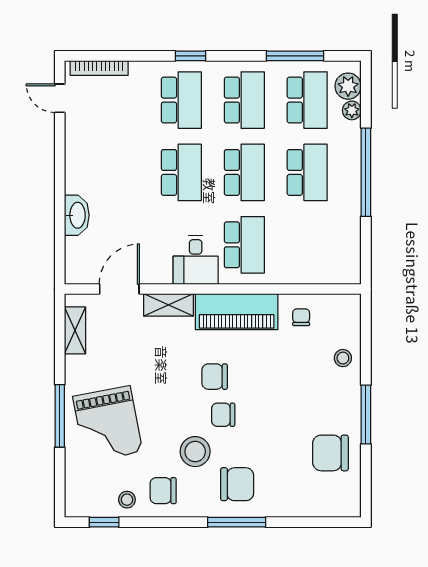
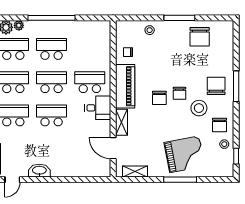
washbasin: (77, 215) -> (39, 171), moved

